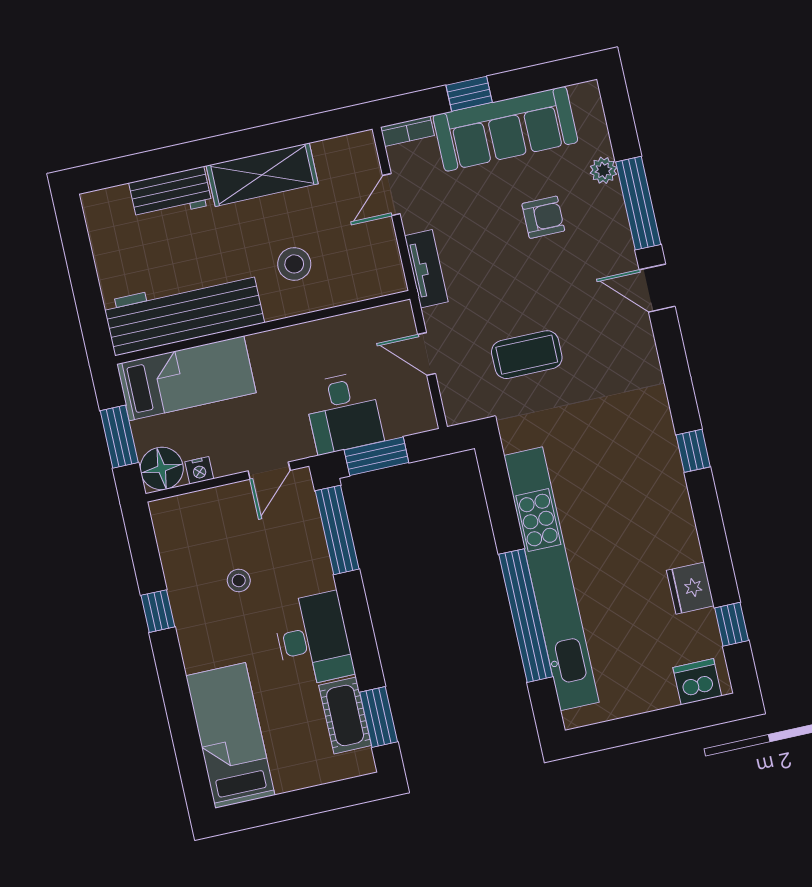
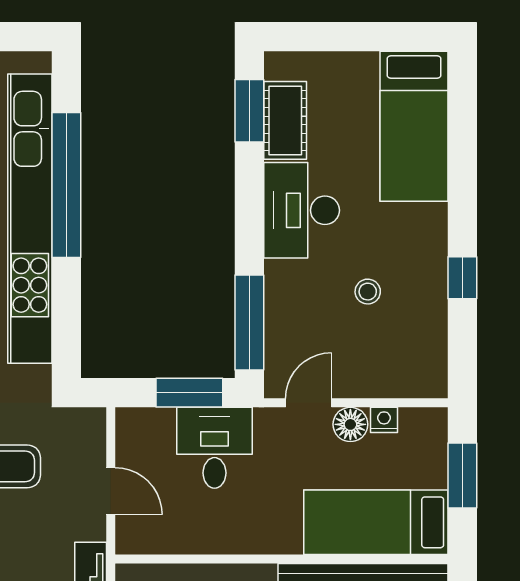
floor lamp: (162, 468) -> (350, 424), moved, width x0.73, depth x0.73

